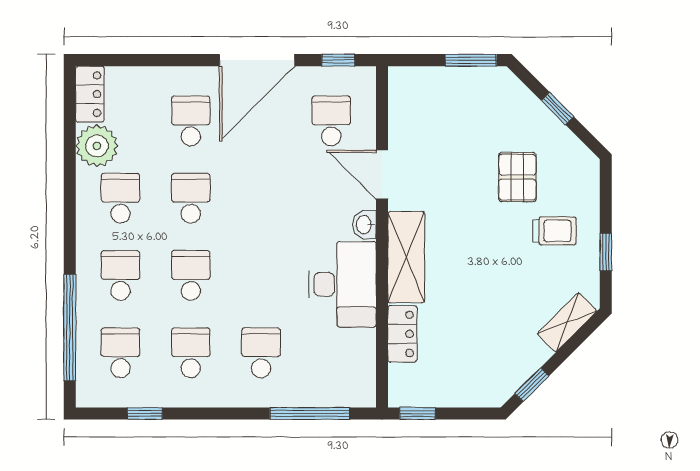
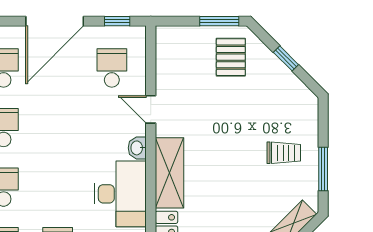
door: (382, 175) -> (151, 109), width x0.73
pallet: (517, 177) -> (231, 57), moved
window: (606, 252) -> (323, 169), width x1.50

